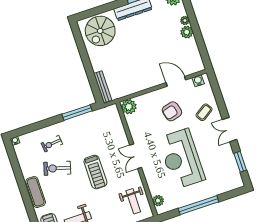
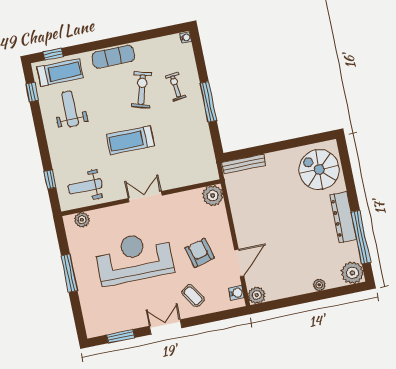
plant: (187, 32) -> (257, 295), moved
window: (77, 113) -> (208, 102), moved
window: (198, 205) -> (69, 273), width x0.68

